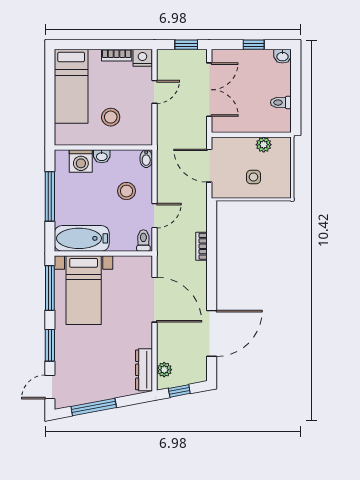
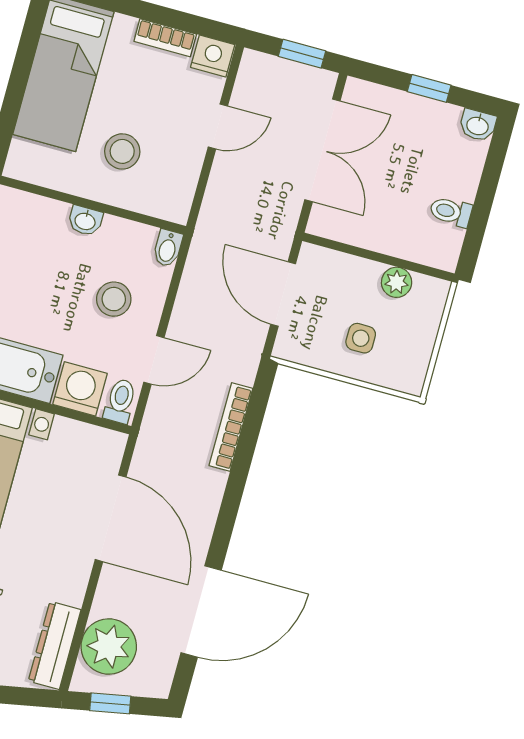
washing machine: (81, 161) -> (80, 389), moved, turned 180
bookcase: (201, 246) -> (231, 427), width x1.56
plant: (164, 370) -> (109, 646), width x1.87, depth x1.87

